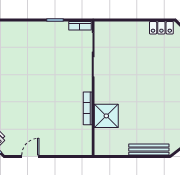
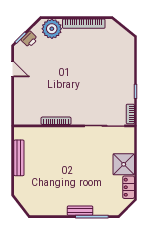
shower: (106, 116) -> (124, 164), moved
bench: (149, 150) -> (19, 158), moved

